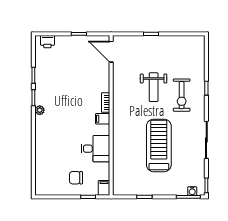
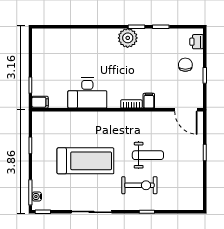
door: (111, 52) -> (186, 110), swing flipped
weight bench: (154, 87) -> (148, 155), turned 180
exercise bike: (182, 95) -> (139, 185), turned 180
plant: (40, 110) -> (128, 38), width x1.88, depth x1.88
filing cabinet: (103, 119) -> (149, 101), moved
desk: (95, 149) -> (87, 93), width x1.37
chair: (76, 178) -> (185, 65), moved

